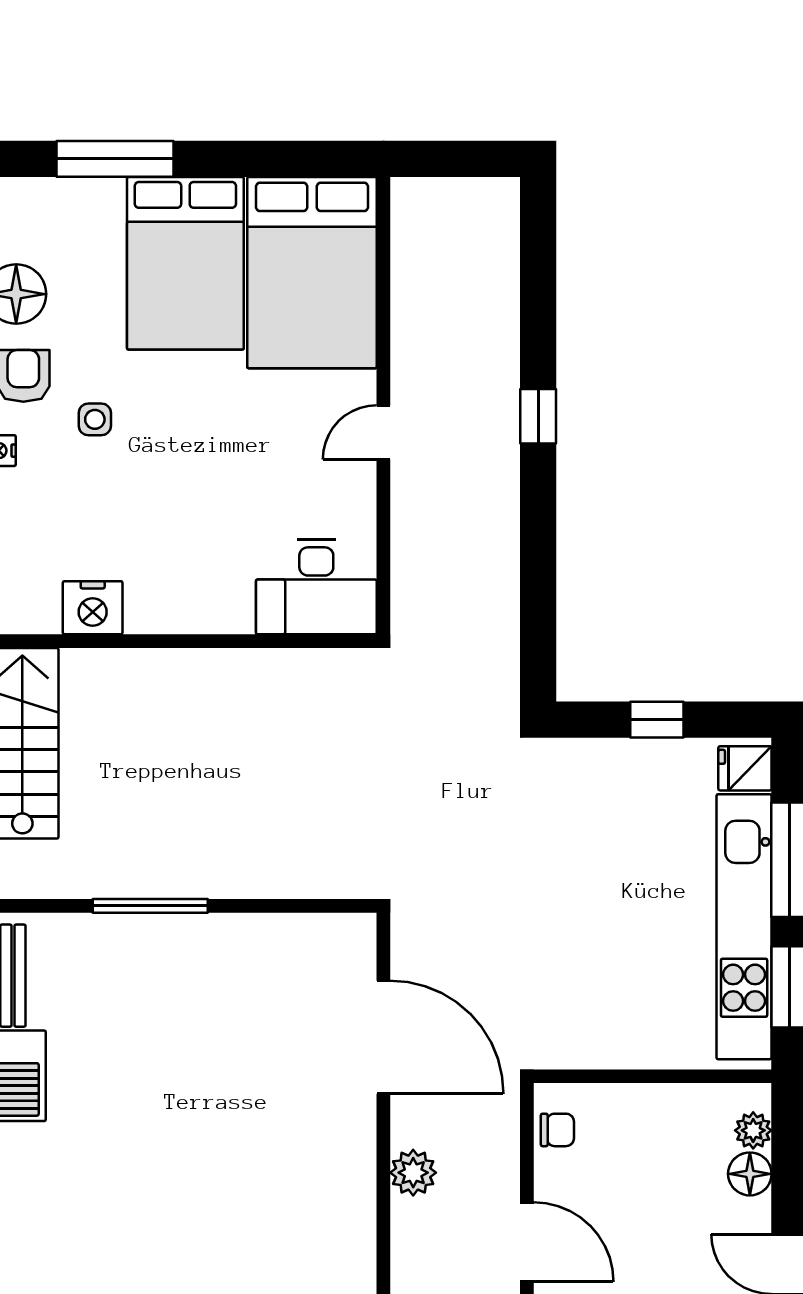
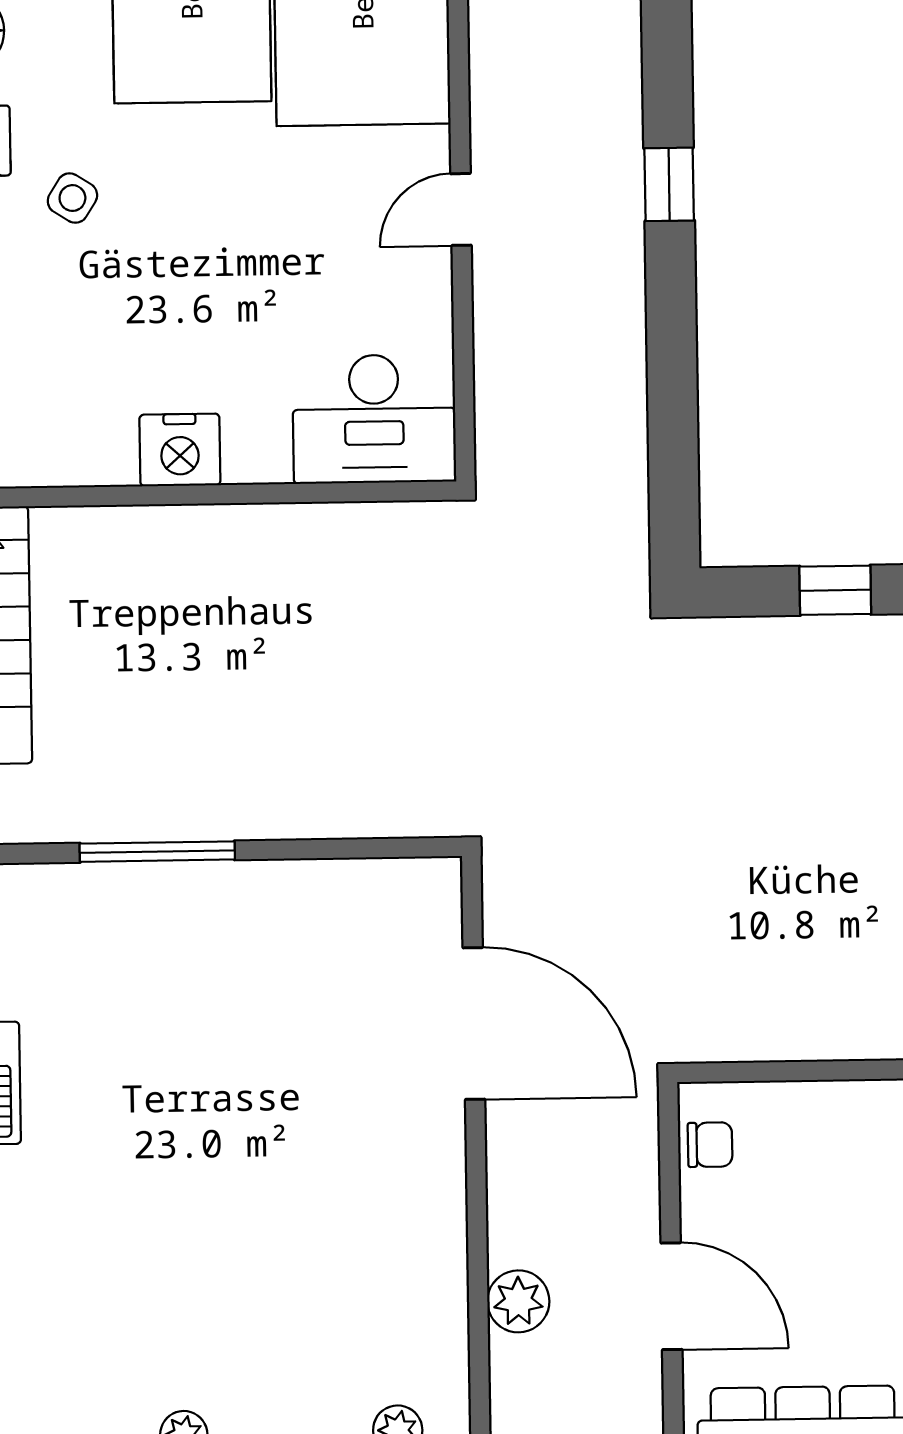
side table: (95, 419) -> (72, 198), turned 32
nightstand: (93, 608) -> (180, 450), moved
plant: (413, 1173) -> (518, 1301), moved

